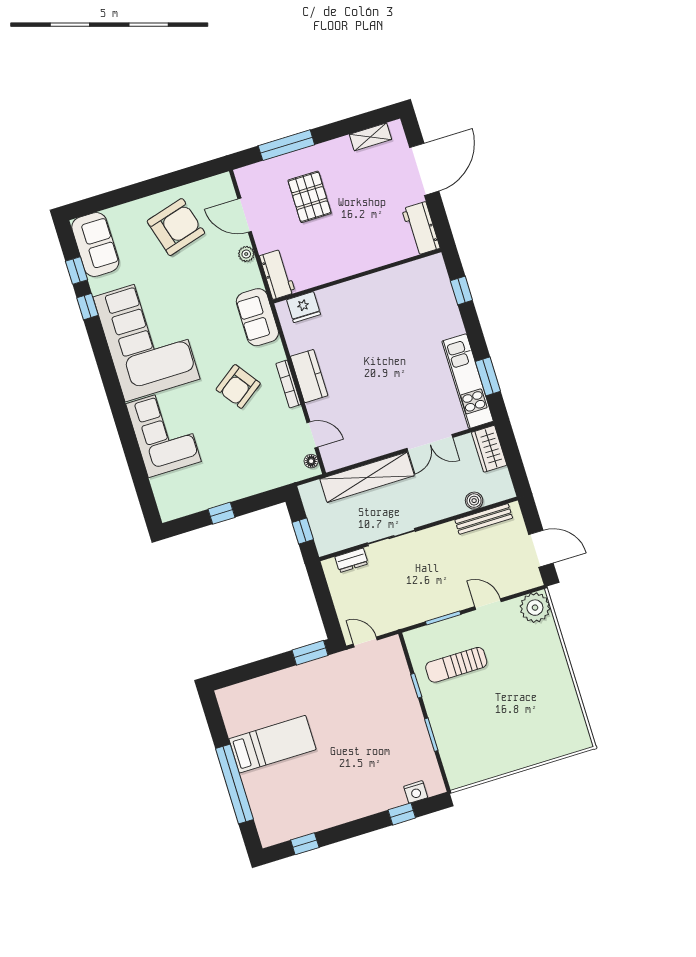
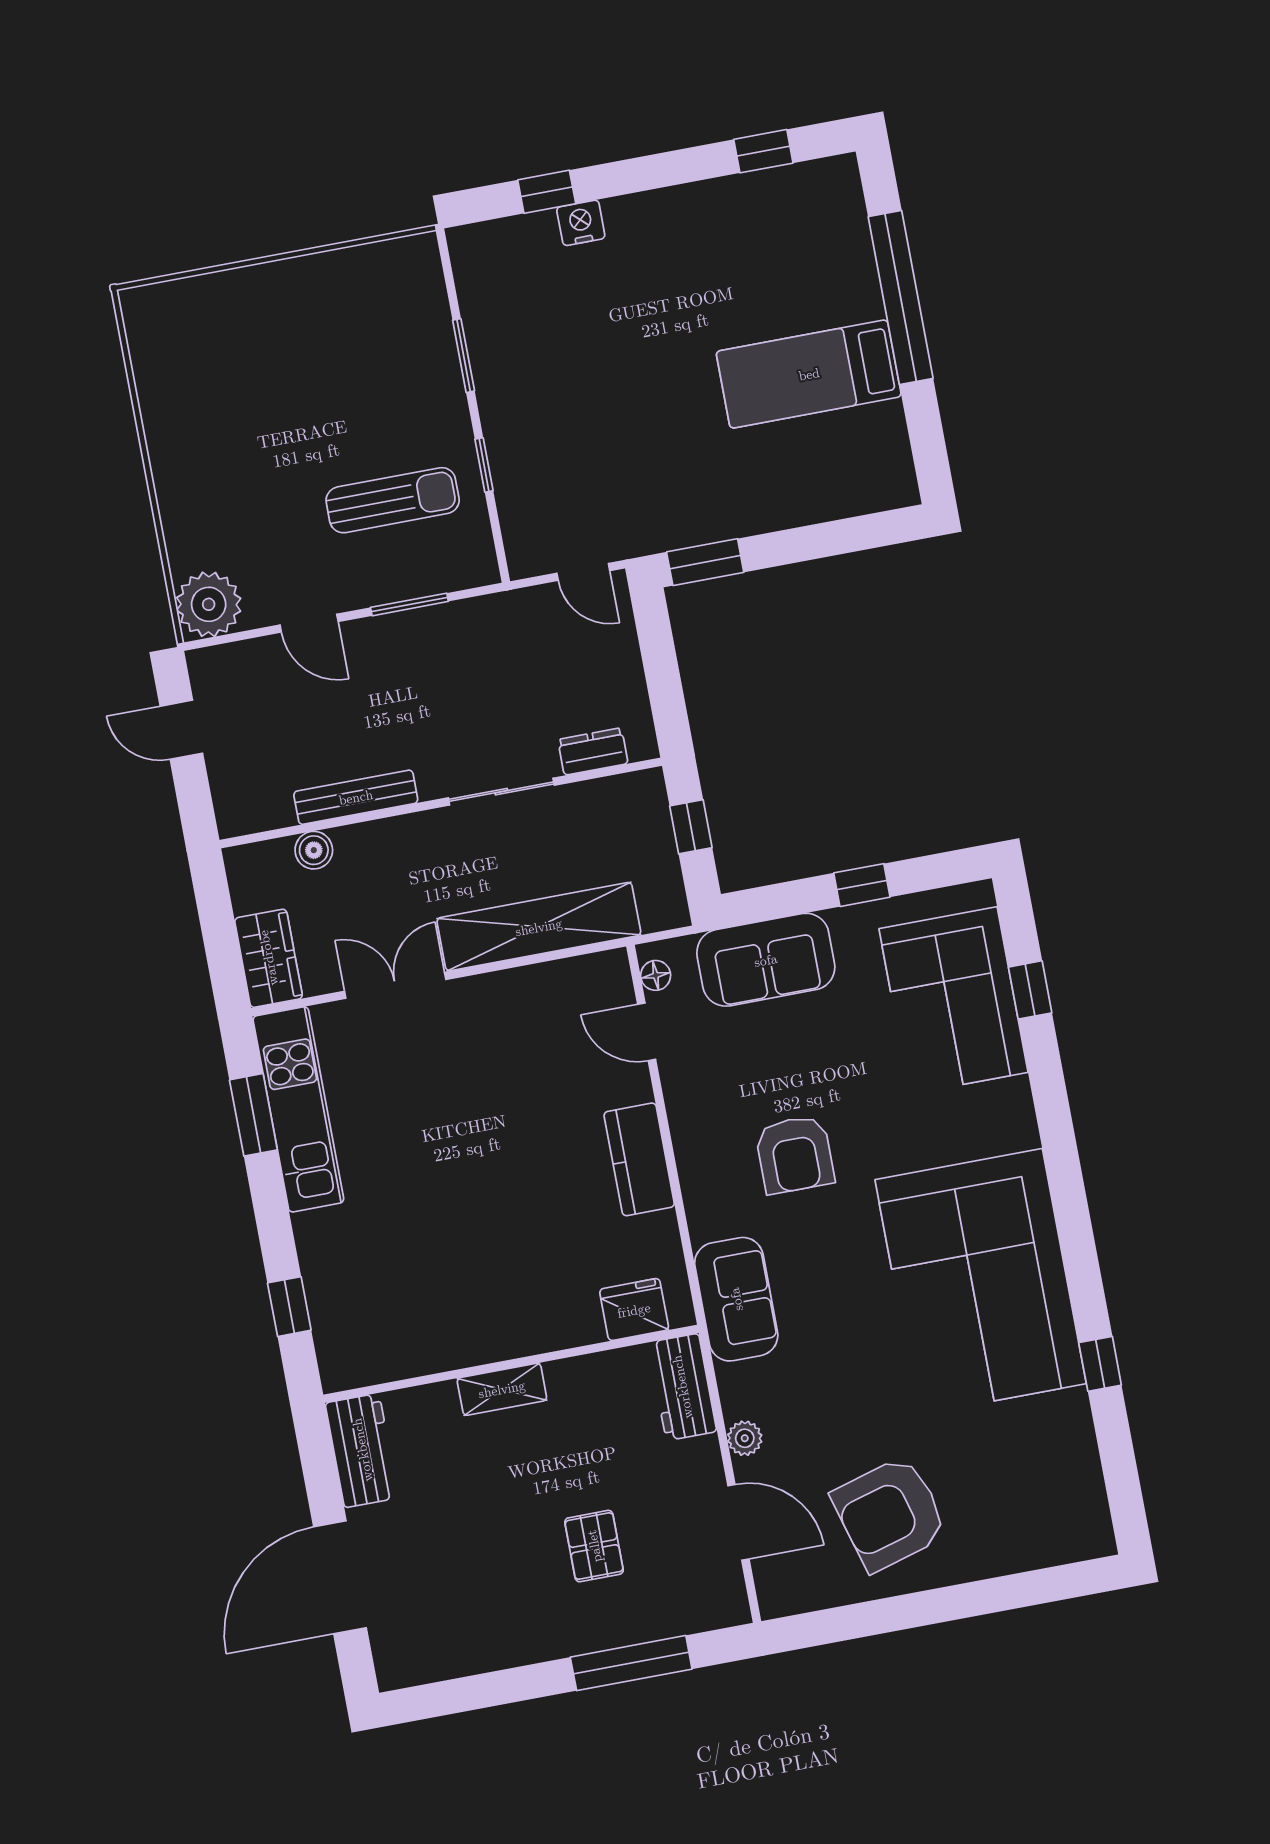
shelving: (370, 137) -> (502, 1389), moved
pallet: (310, 197) -> (594, 1546), width x0.67, depth x0.71
sofa: (95, 245) -> (766, 960), moved, turned -90
window: (76, 271) -> (1030, 990), moved
bookcase: (288, 384) -> (686, 1147), removed
armchair: (238, 386) -> (795, 1154), turned 126
corner sofa: (164, 433) -> (954, 1000), moved
bench: (484, 519) -> (356, 797), moved
door: (541, 549) -> (181, 730), width x0.73
nightstand: (416, 792) -> (581, 223), moved

